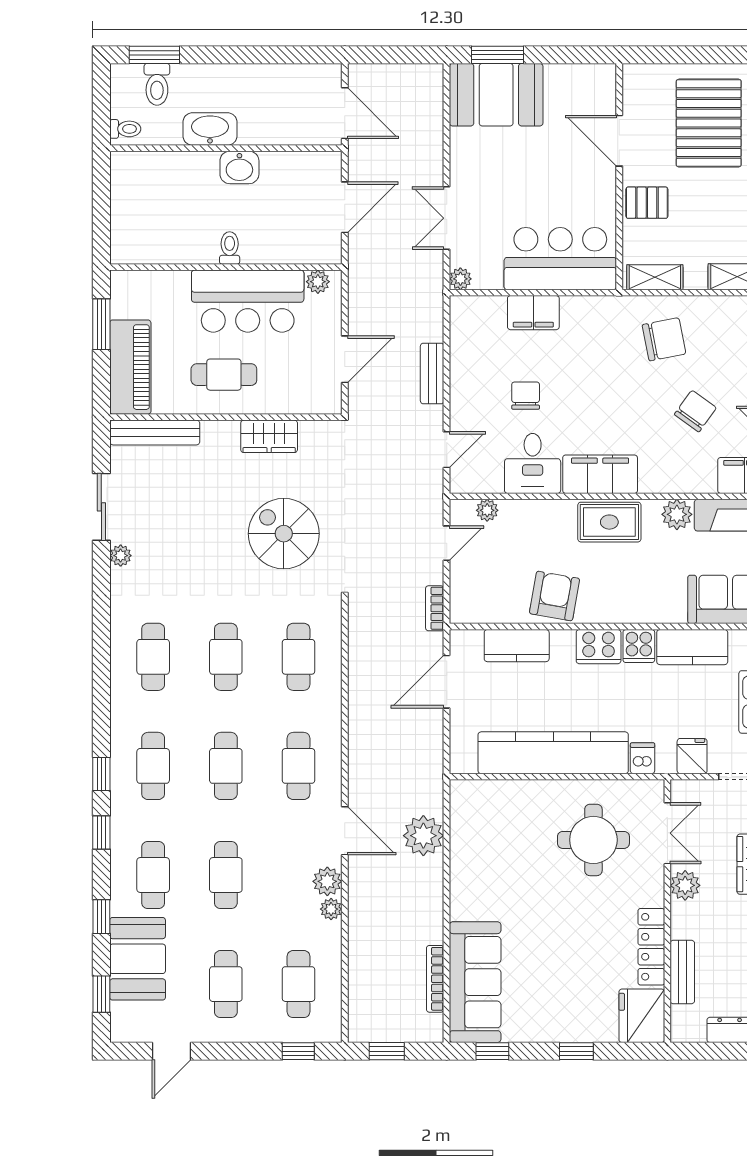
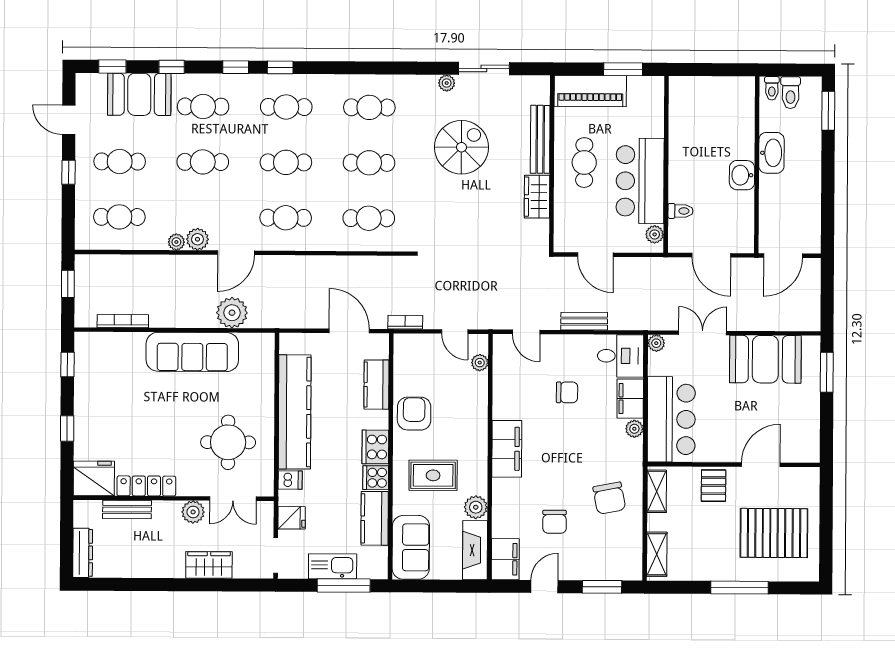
toilet: (157, 84) -> (791, 93), moved, turned -90
booth: (496, 95) -> (765, 359), moved, turned 90
toilet: (230, 248) -> (680, 211), moved
plant: (573, 307) -> (634, 429), added
chair: (695, 411) -> (555, 522), turned 54
bench: (155, 432) -> (540, 139), moved
desk: (533, 463) -> (621, 356), moved, turned 180
rug: (609, 522) -> (433, 475), moved, turned 90
spiral stairs: (284, 534) -> (461, 147), moved
armchair: (555, 596) -> (414, 414), turned -100
sofa: (475, 982) -> (192, 352), moved
window: (298, 1051) -> (68, 172), moved

